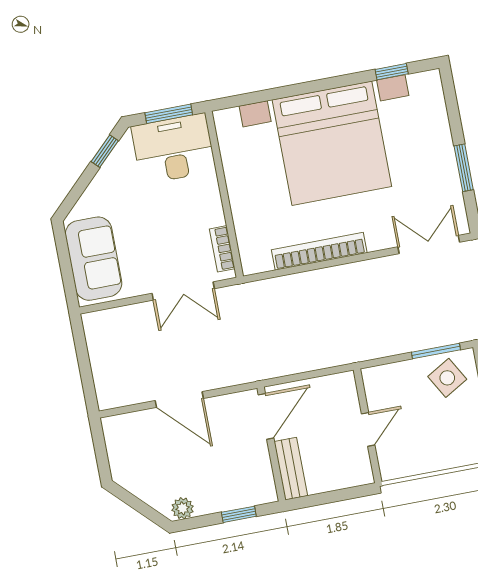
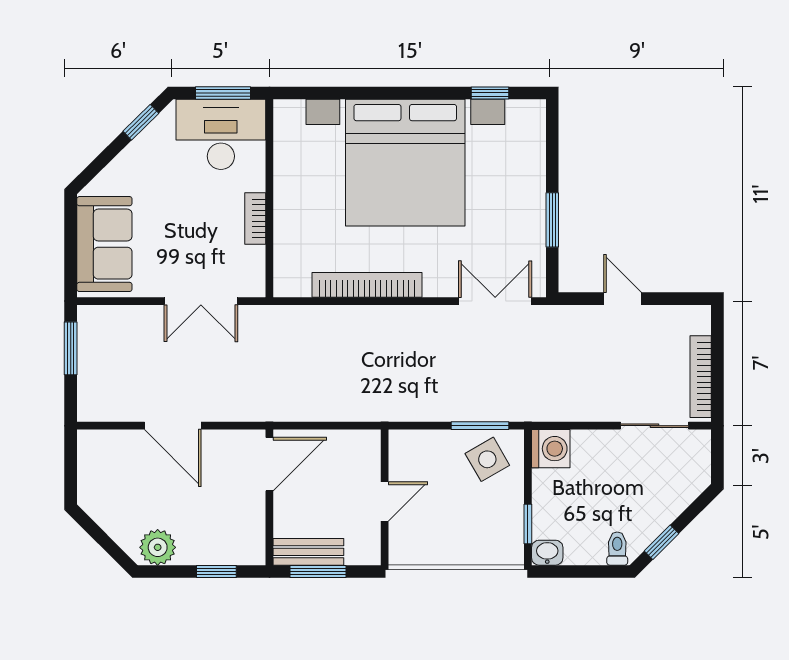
bookcase: (222, 249) -> (255, 218), moved
window: (82, 351) -> (71, 348), added
bench: (291, 469) -> (308, 552), moved, turned 90
window: (324, 498) -> (318, 571), added
plant: (183, 508) -> (158, 547), width x1.38, depth x1.38

